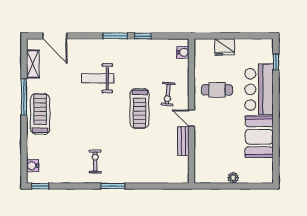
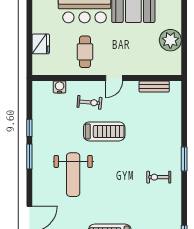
water cooler: (183, 52) -> (60, 87), moved
weight bench: (98, 78) -> (73, 175), width x1.36, depth x1.33
bench: (183, 141) -> (154, 86), moved
plant: (233, 178) -> (170, 40), width x1.88, depth x1.88

